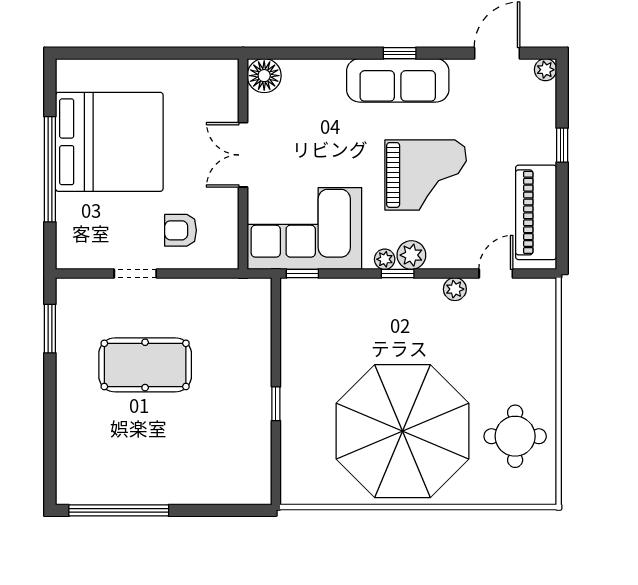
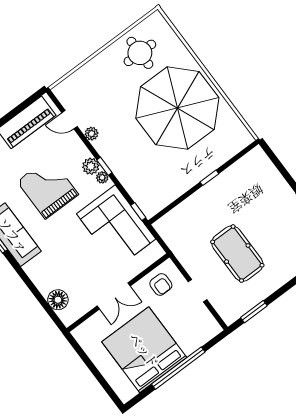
double door: (243, 155) -> (114, 296), moved
wall: (243, 164) -> (118, 293), moved

